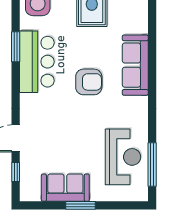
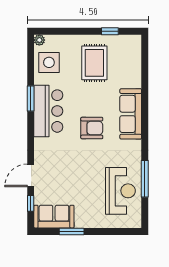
window: (152, 164) -> (145, 179), moved
sofa: (65, 188) -> (54, 217), moved
window: (81, 205) -> (72, 231), moved

